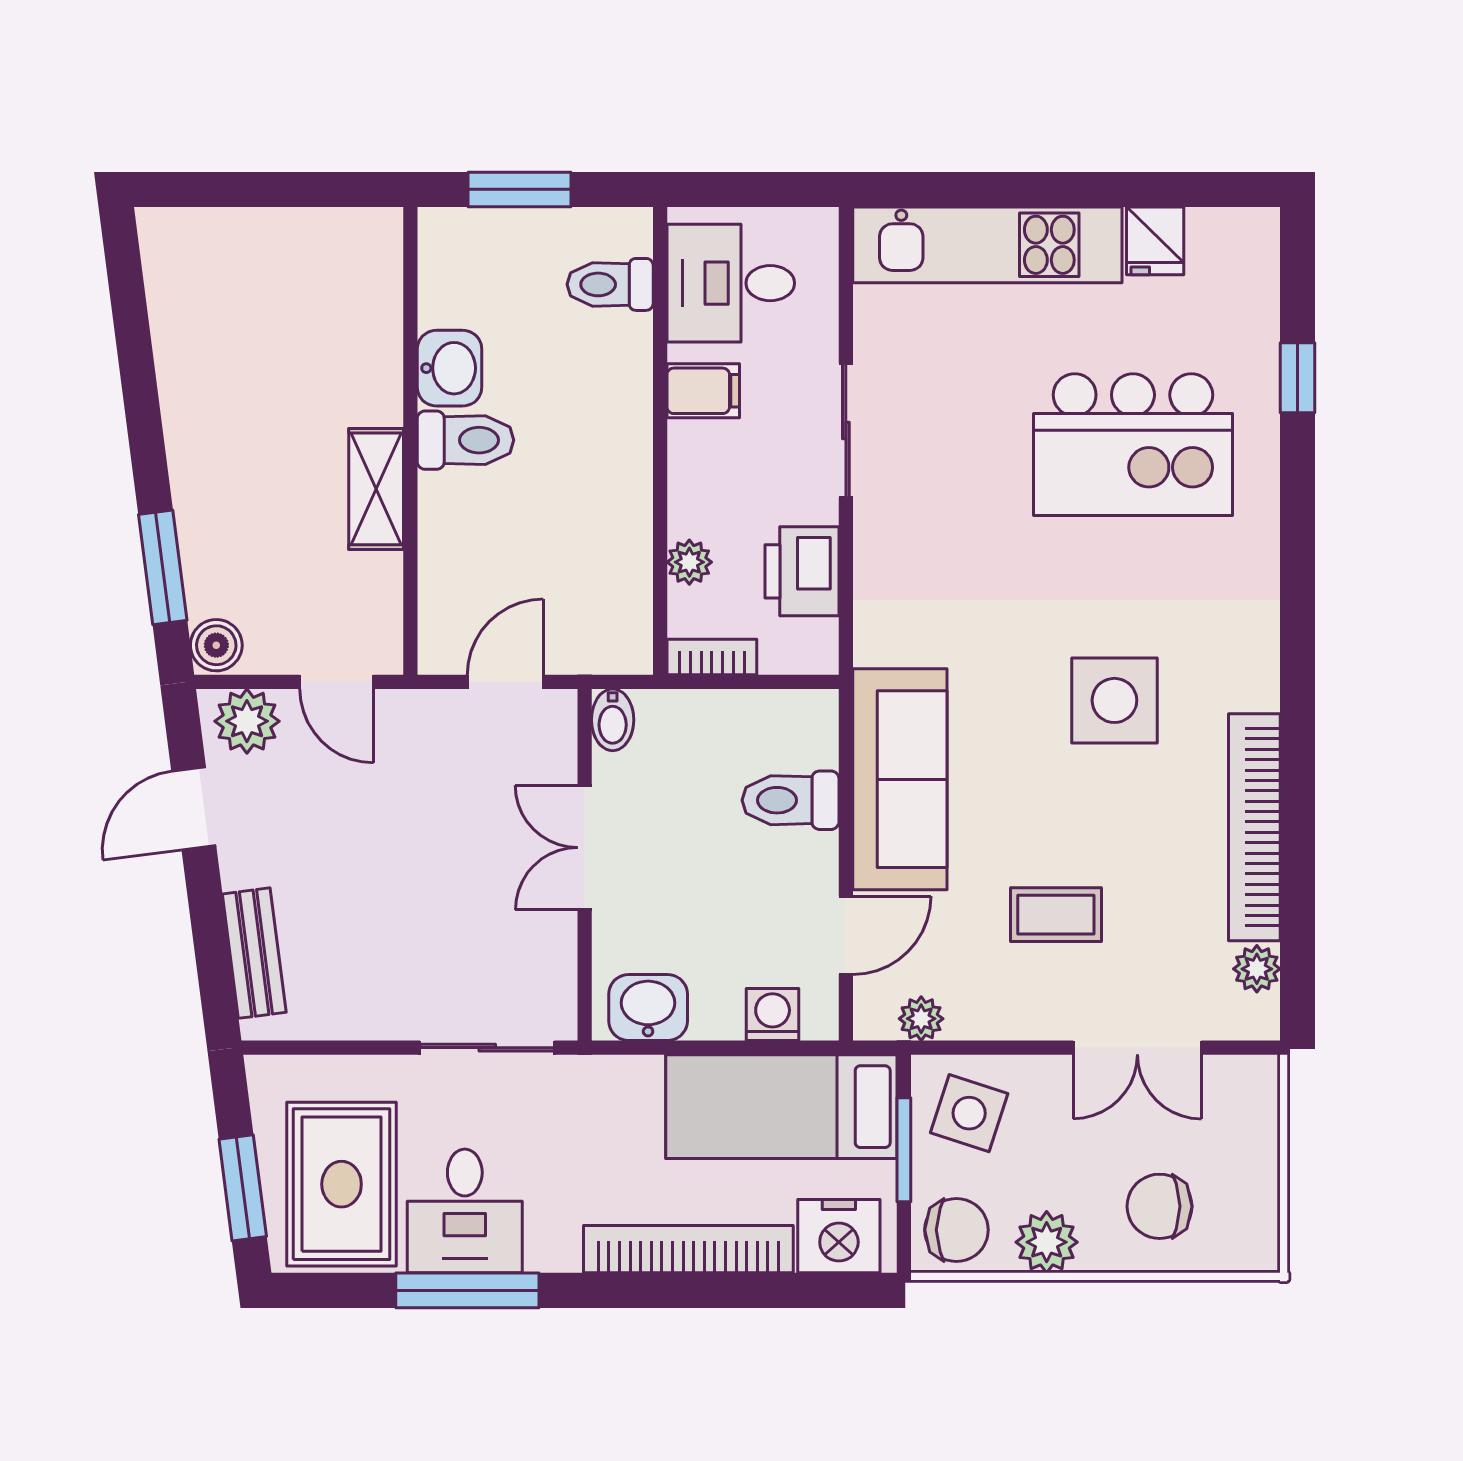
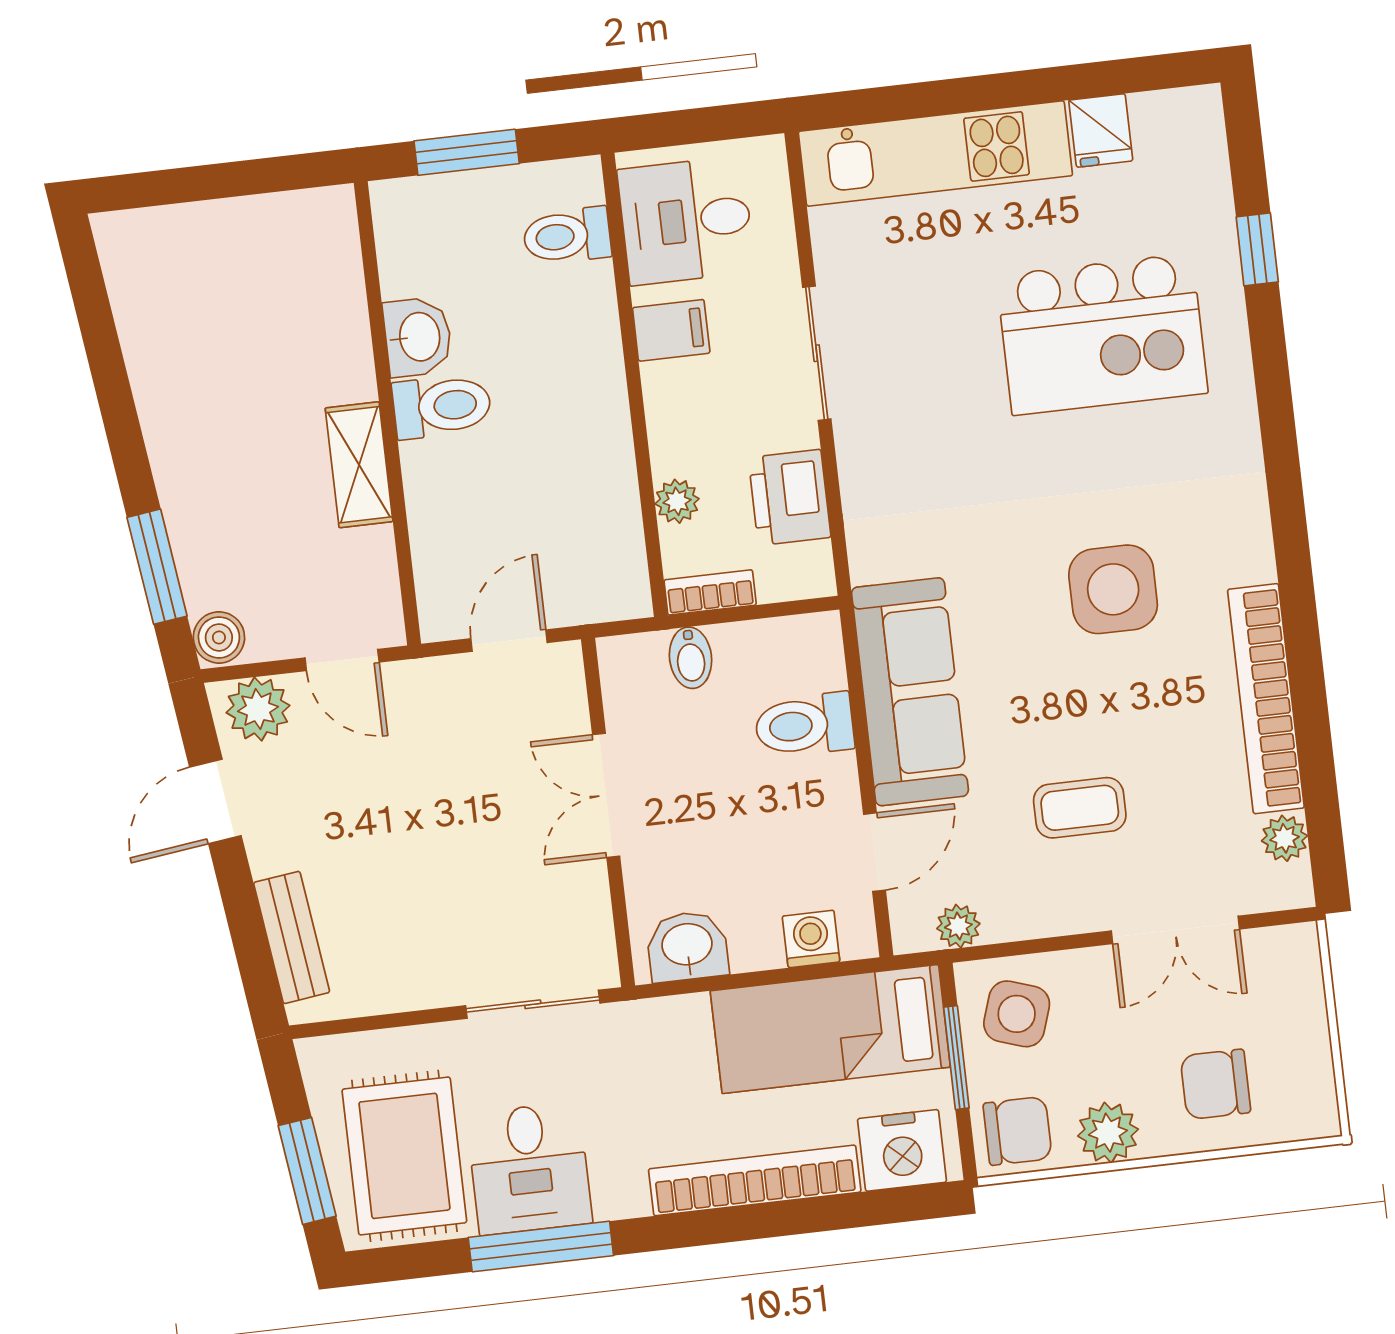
bidet: (613, 720) -> (691, 658), moved

